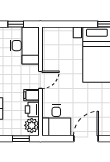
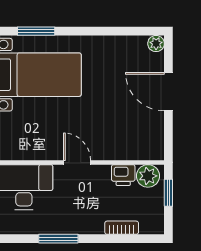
filing cabinet: (31, 95) -> (101, 176), removed
desk: (56, 120) -> (140, 138), removed

